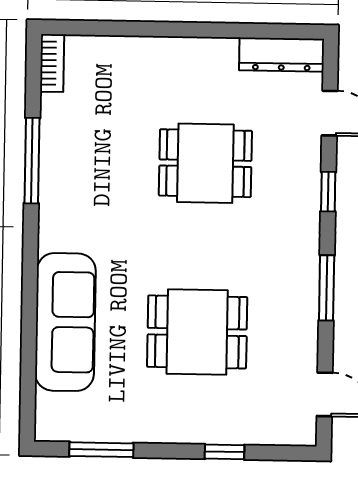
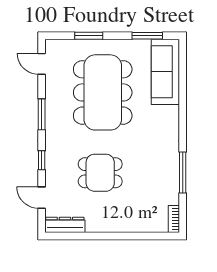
sofa: (65, 322) -> (165, 72), moved
dining table: (197, 332) -> (103, 92), width x1.88, depth x1.24
window: (224, 452) -> (89, 36), width x1.50

